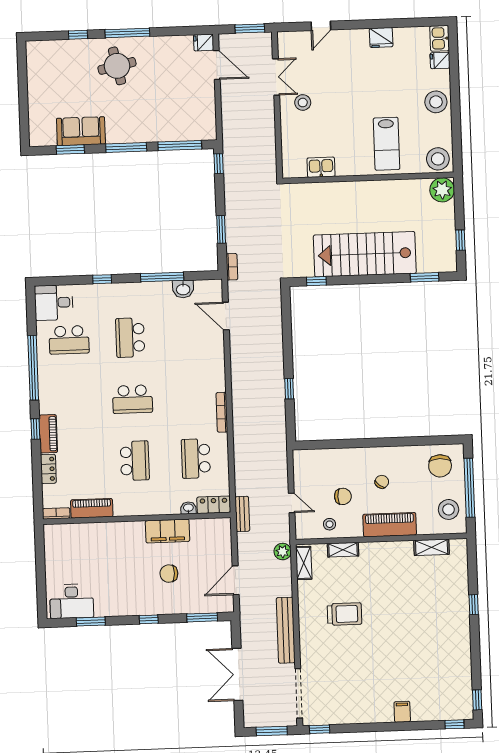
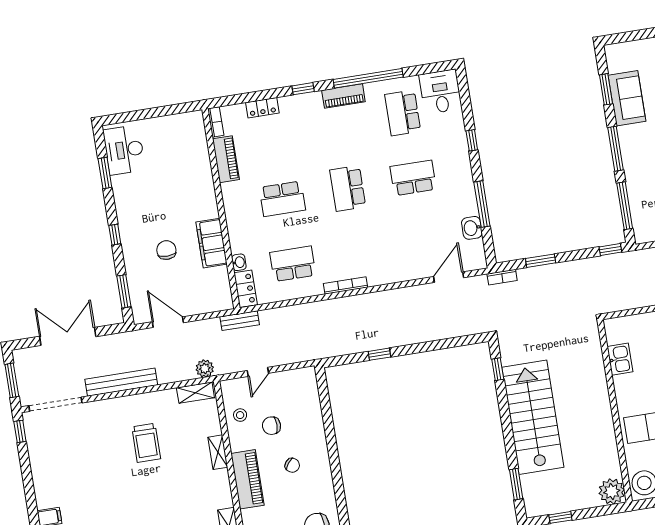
piano: (48, 434) -> (343, 96), moved
chair: (343, 496) -> (271, 426), turned 90
shelving: (343, 550) -> (218, 452), moved

